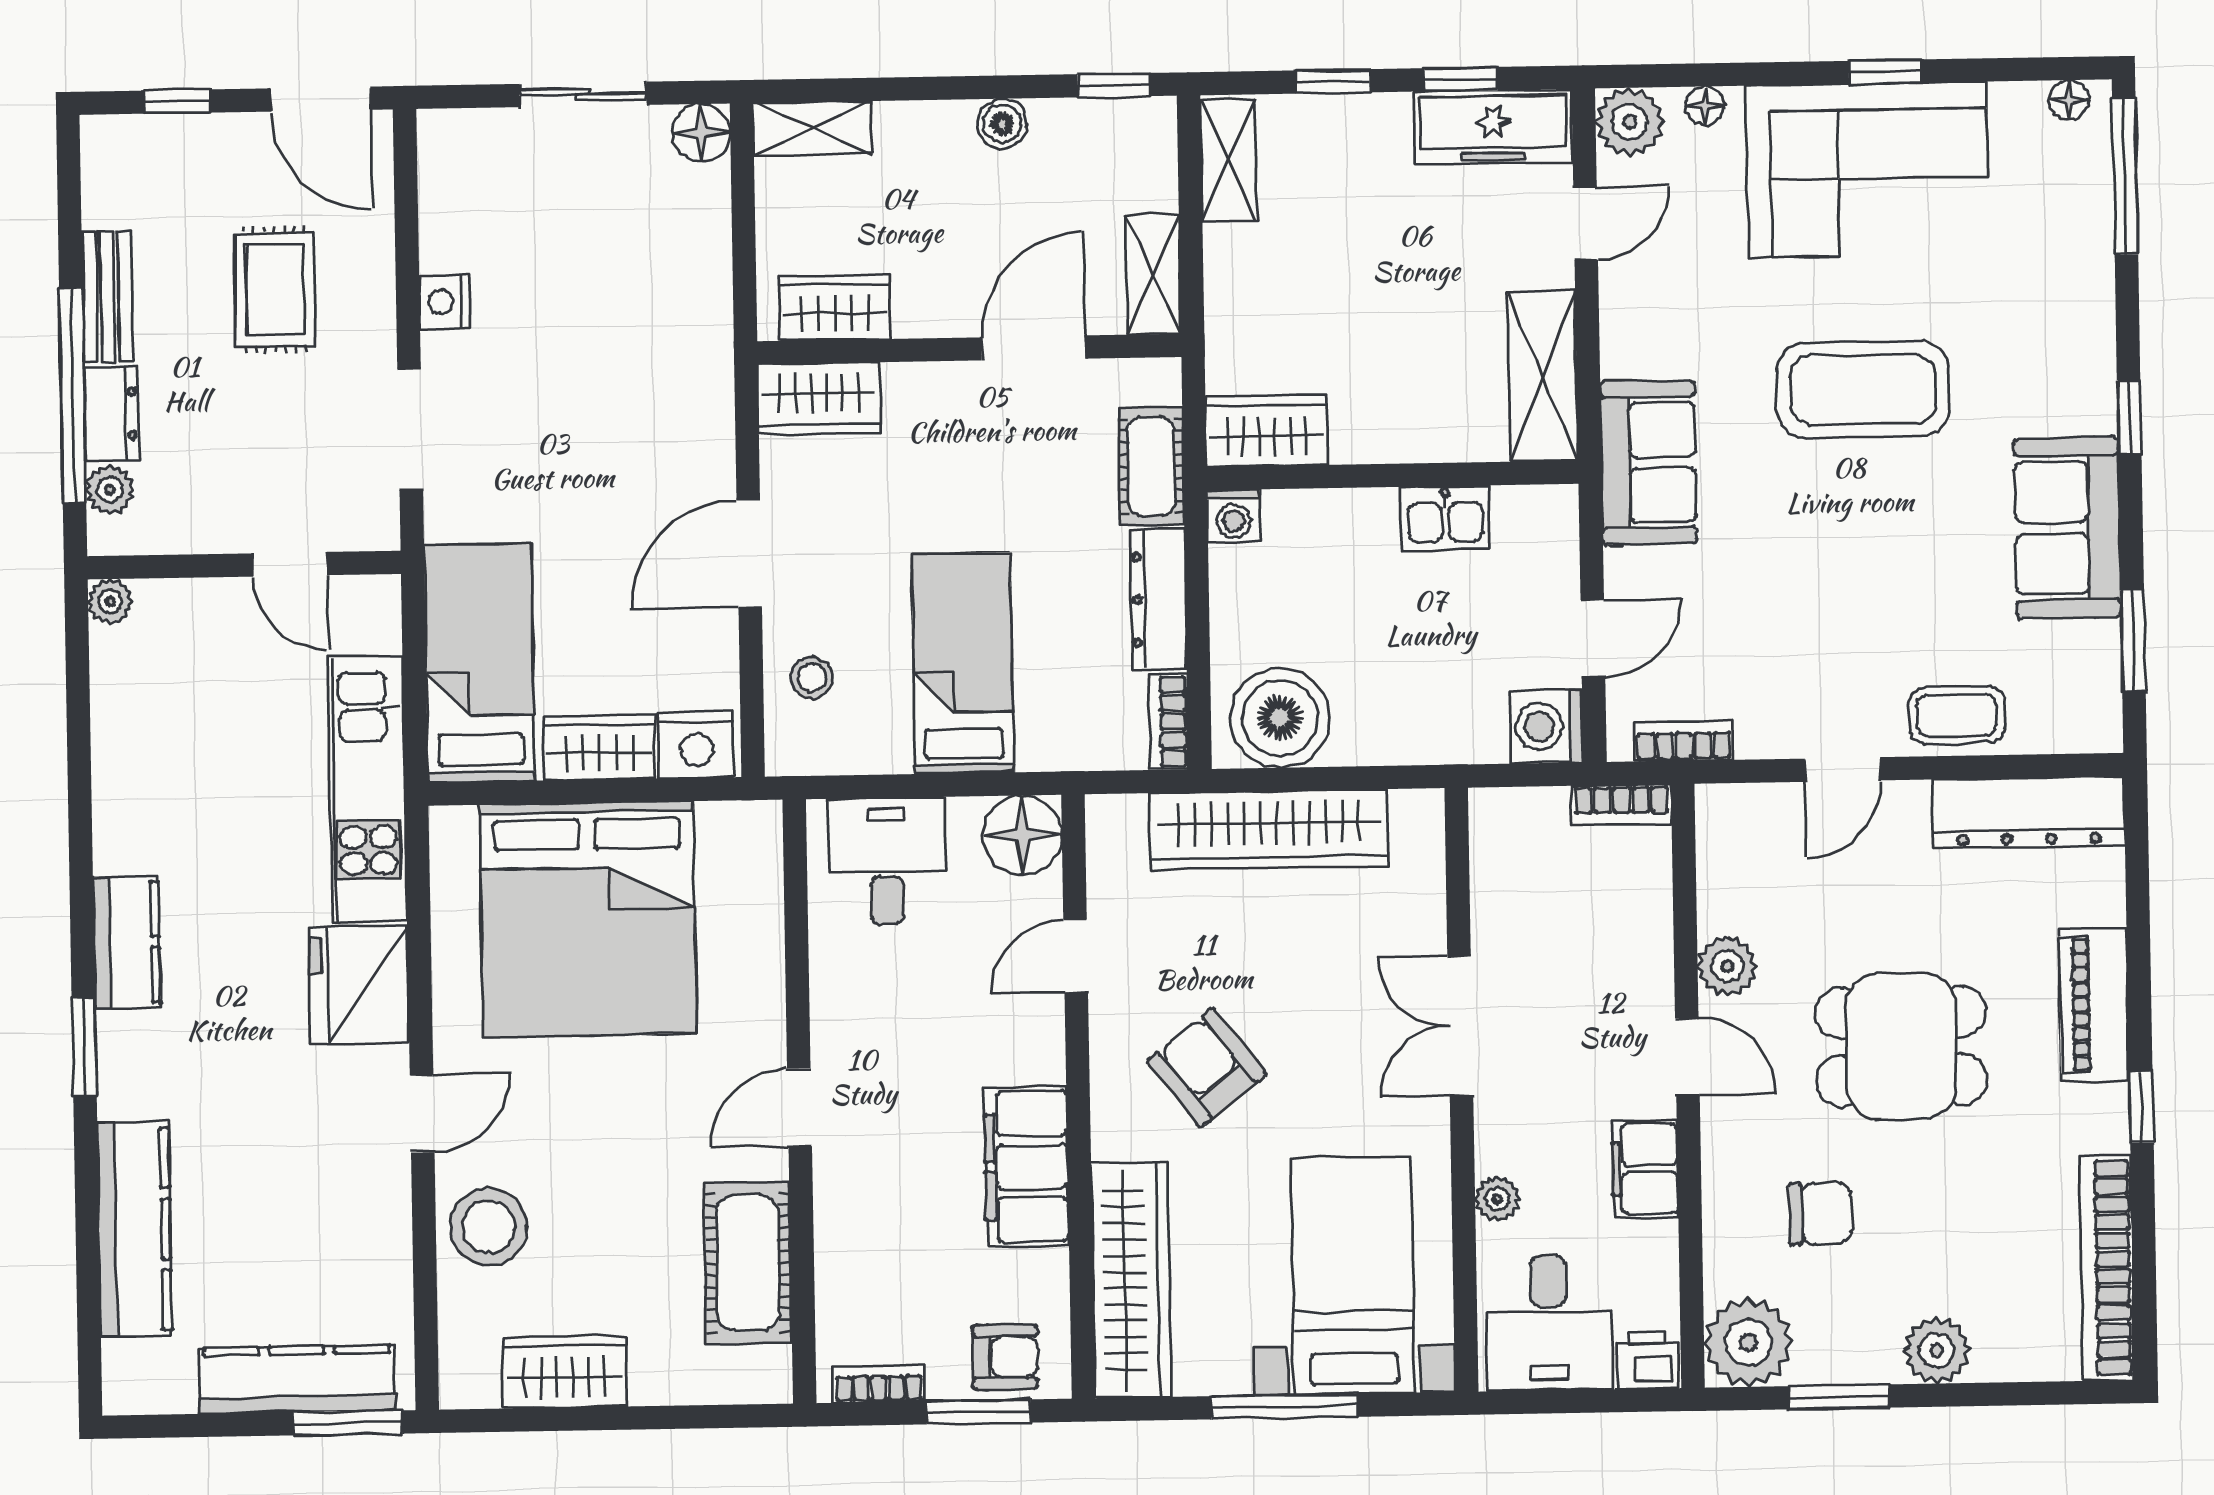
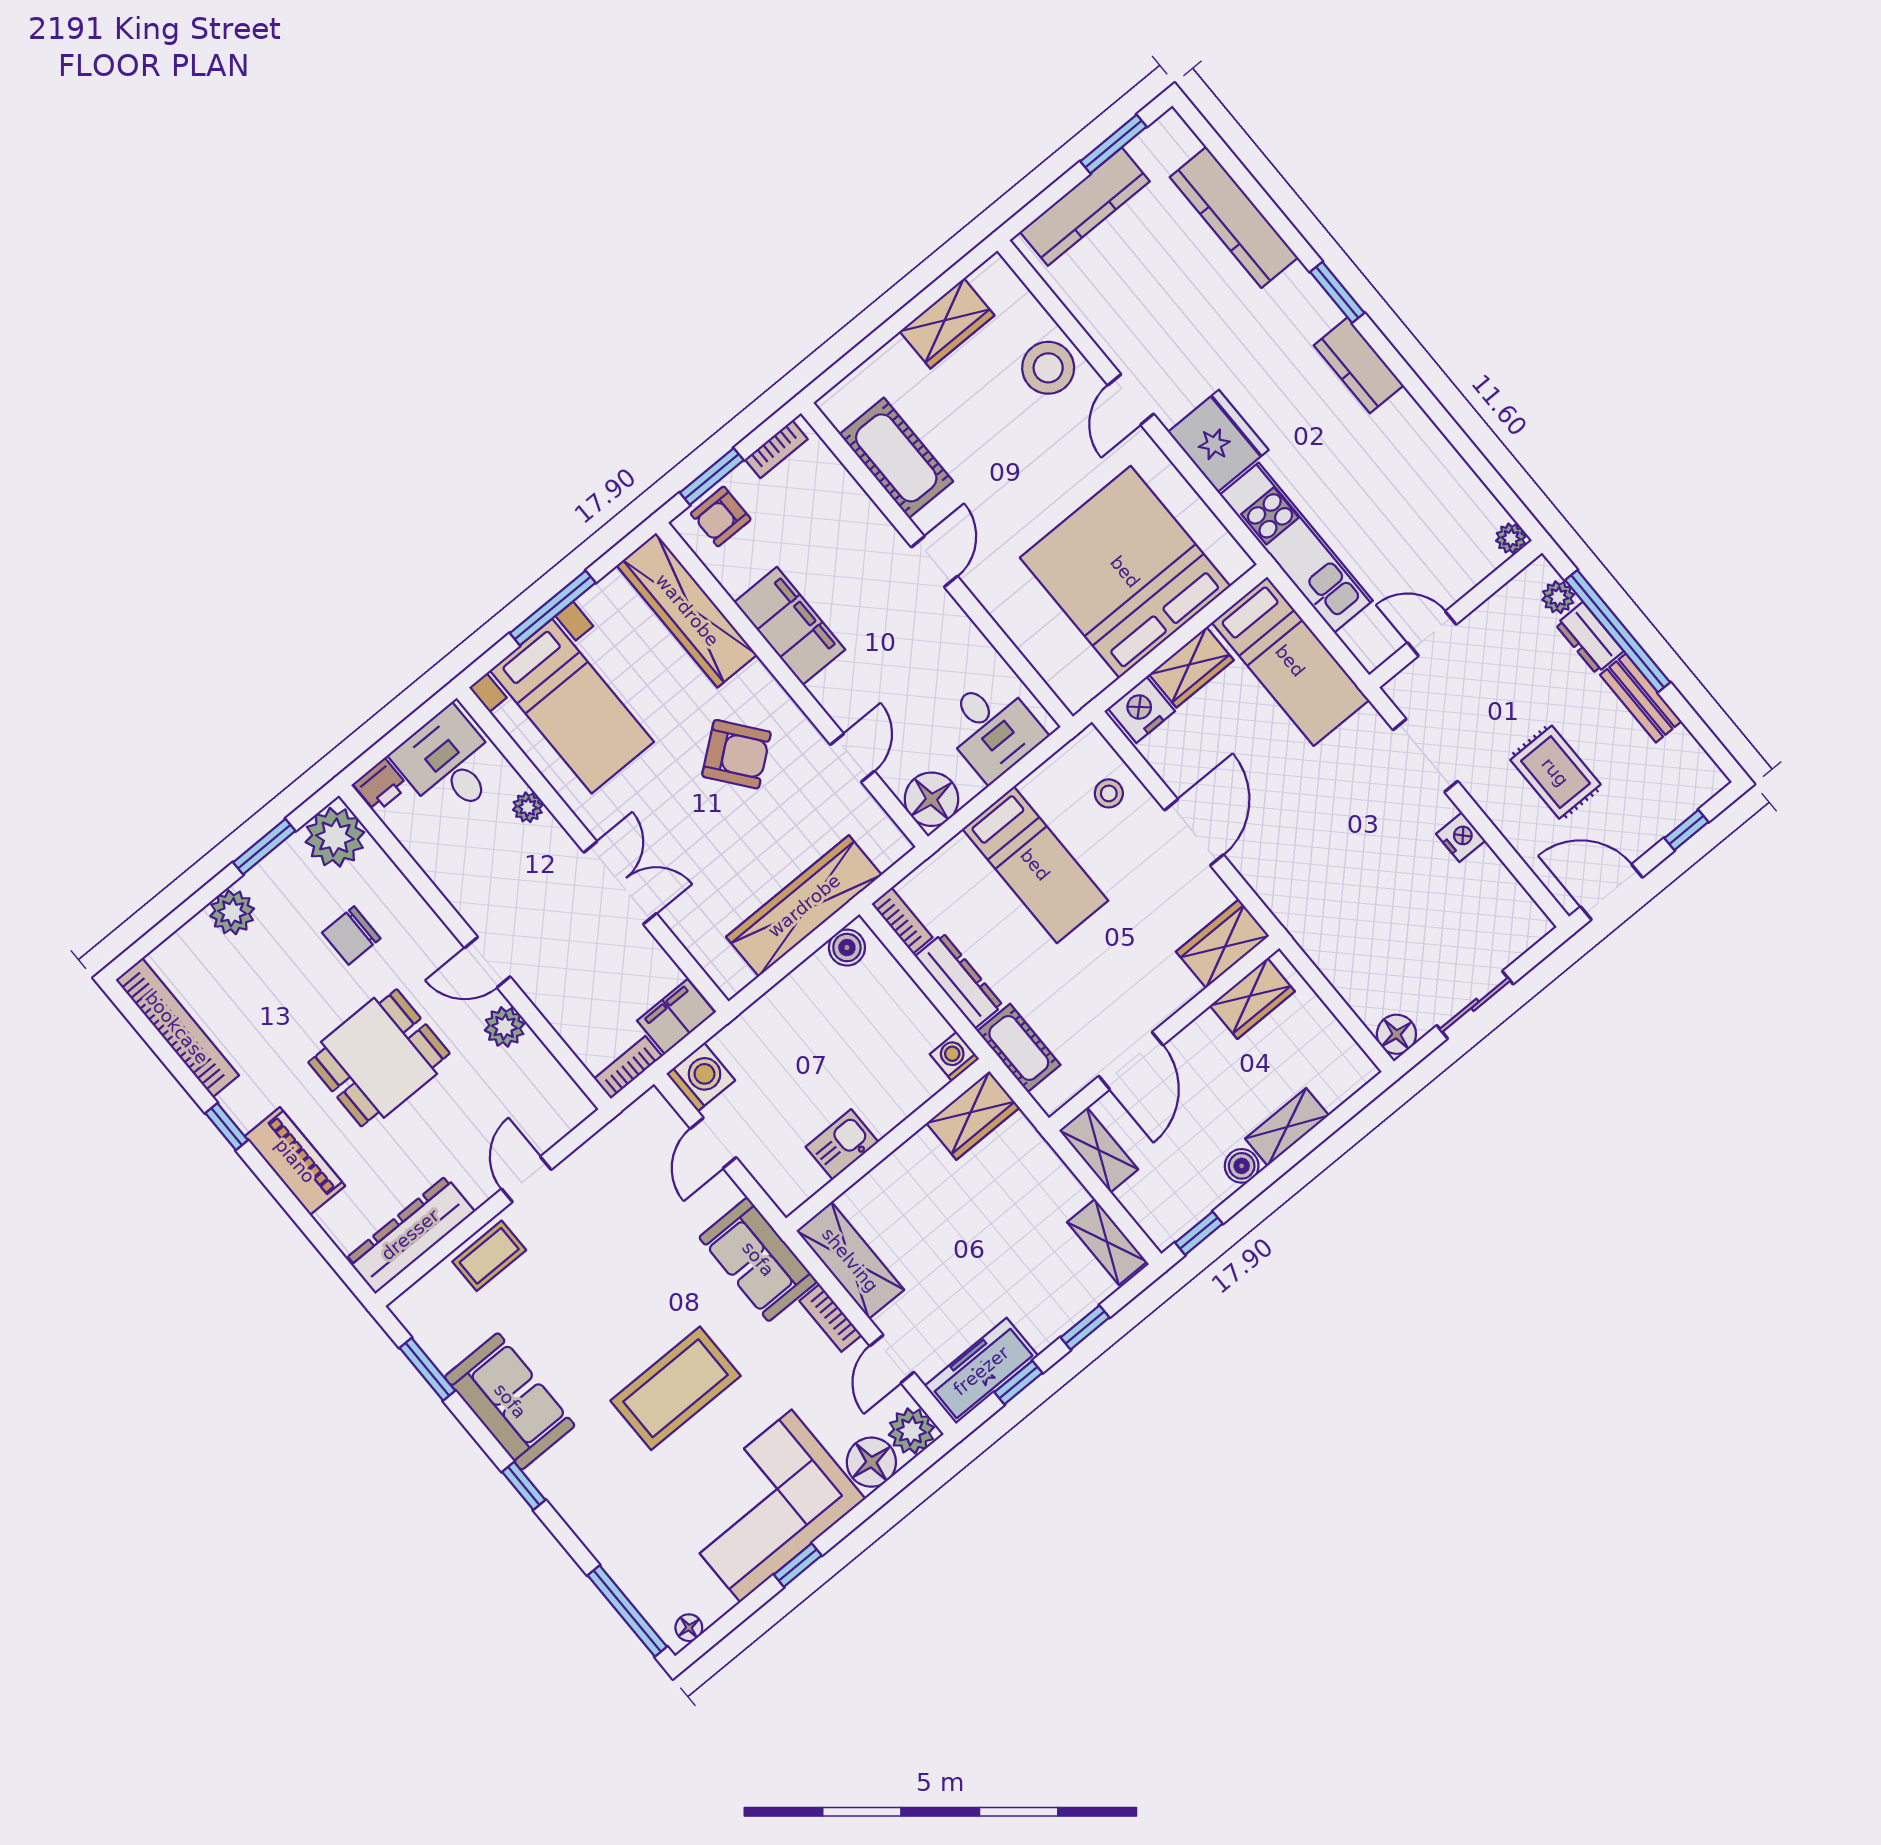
floor lamp: (1705, 106) -> (871, 1462), width x1.89, depth x1.89
shelving: (812, 129) -> (1287, 1127), moved
boiler: (1280, 718) -> (847, 948), width x0.54, depth x0.54
bookcase: (1684, 741) -> (831, 1318), moved, turned 90
filing cabinet: (1645, 1169) -> (676, 1017), moved, turned -90
window: (348, 1423) -> (1114, 144), moved

